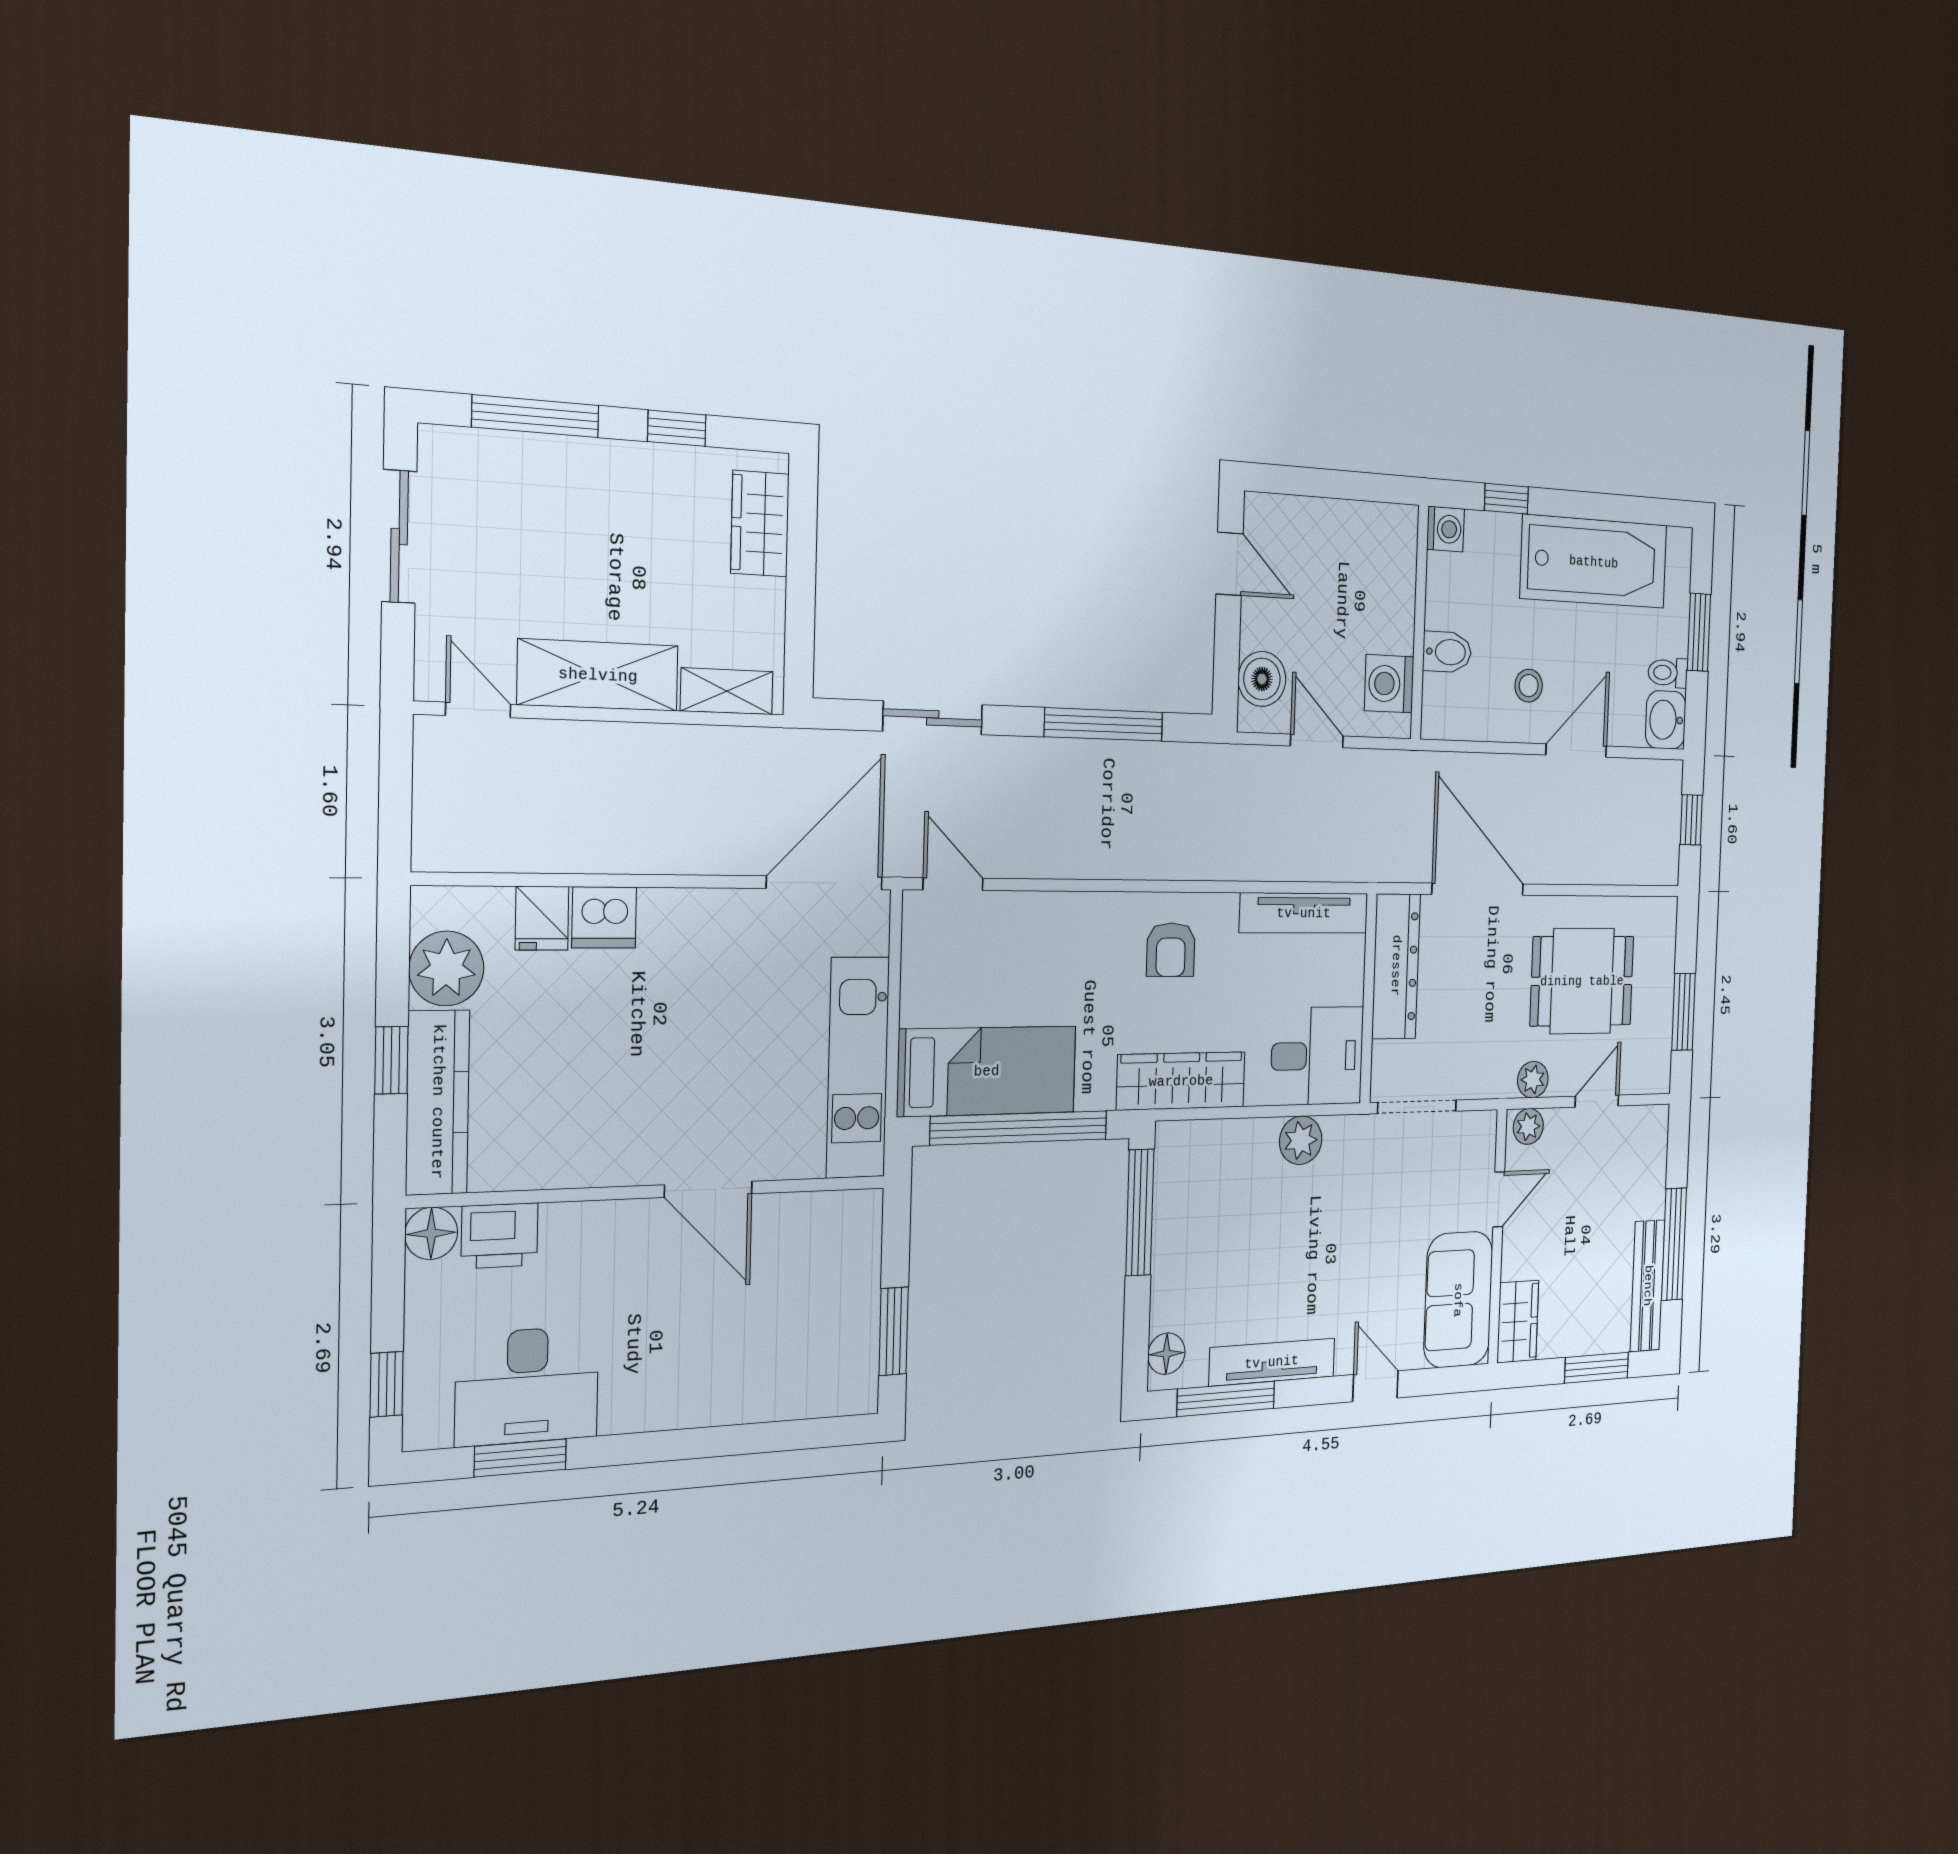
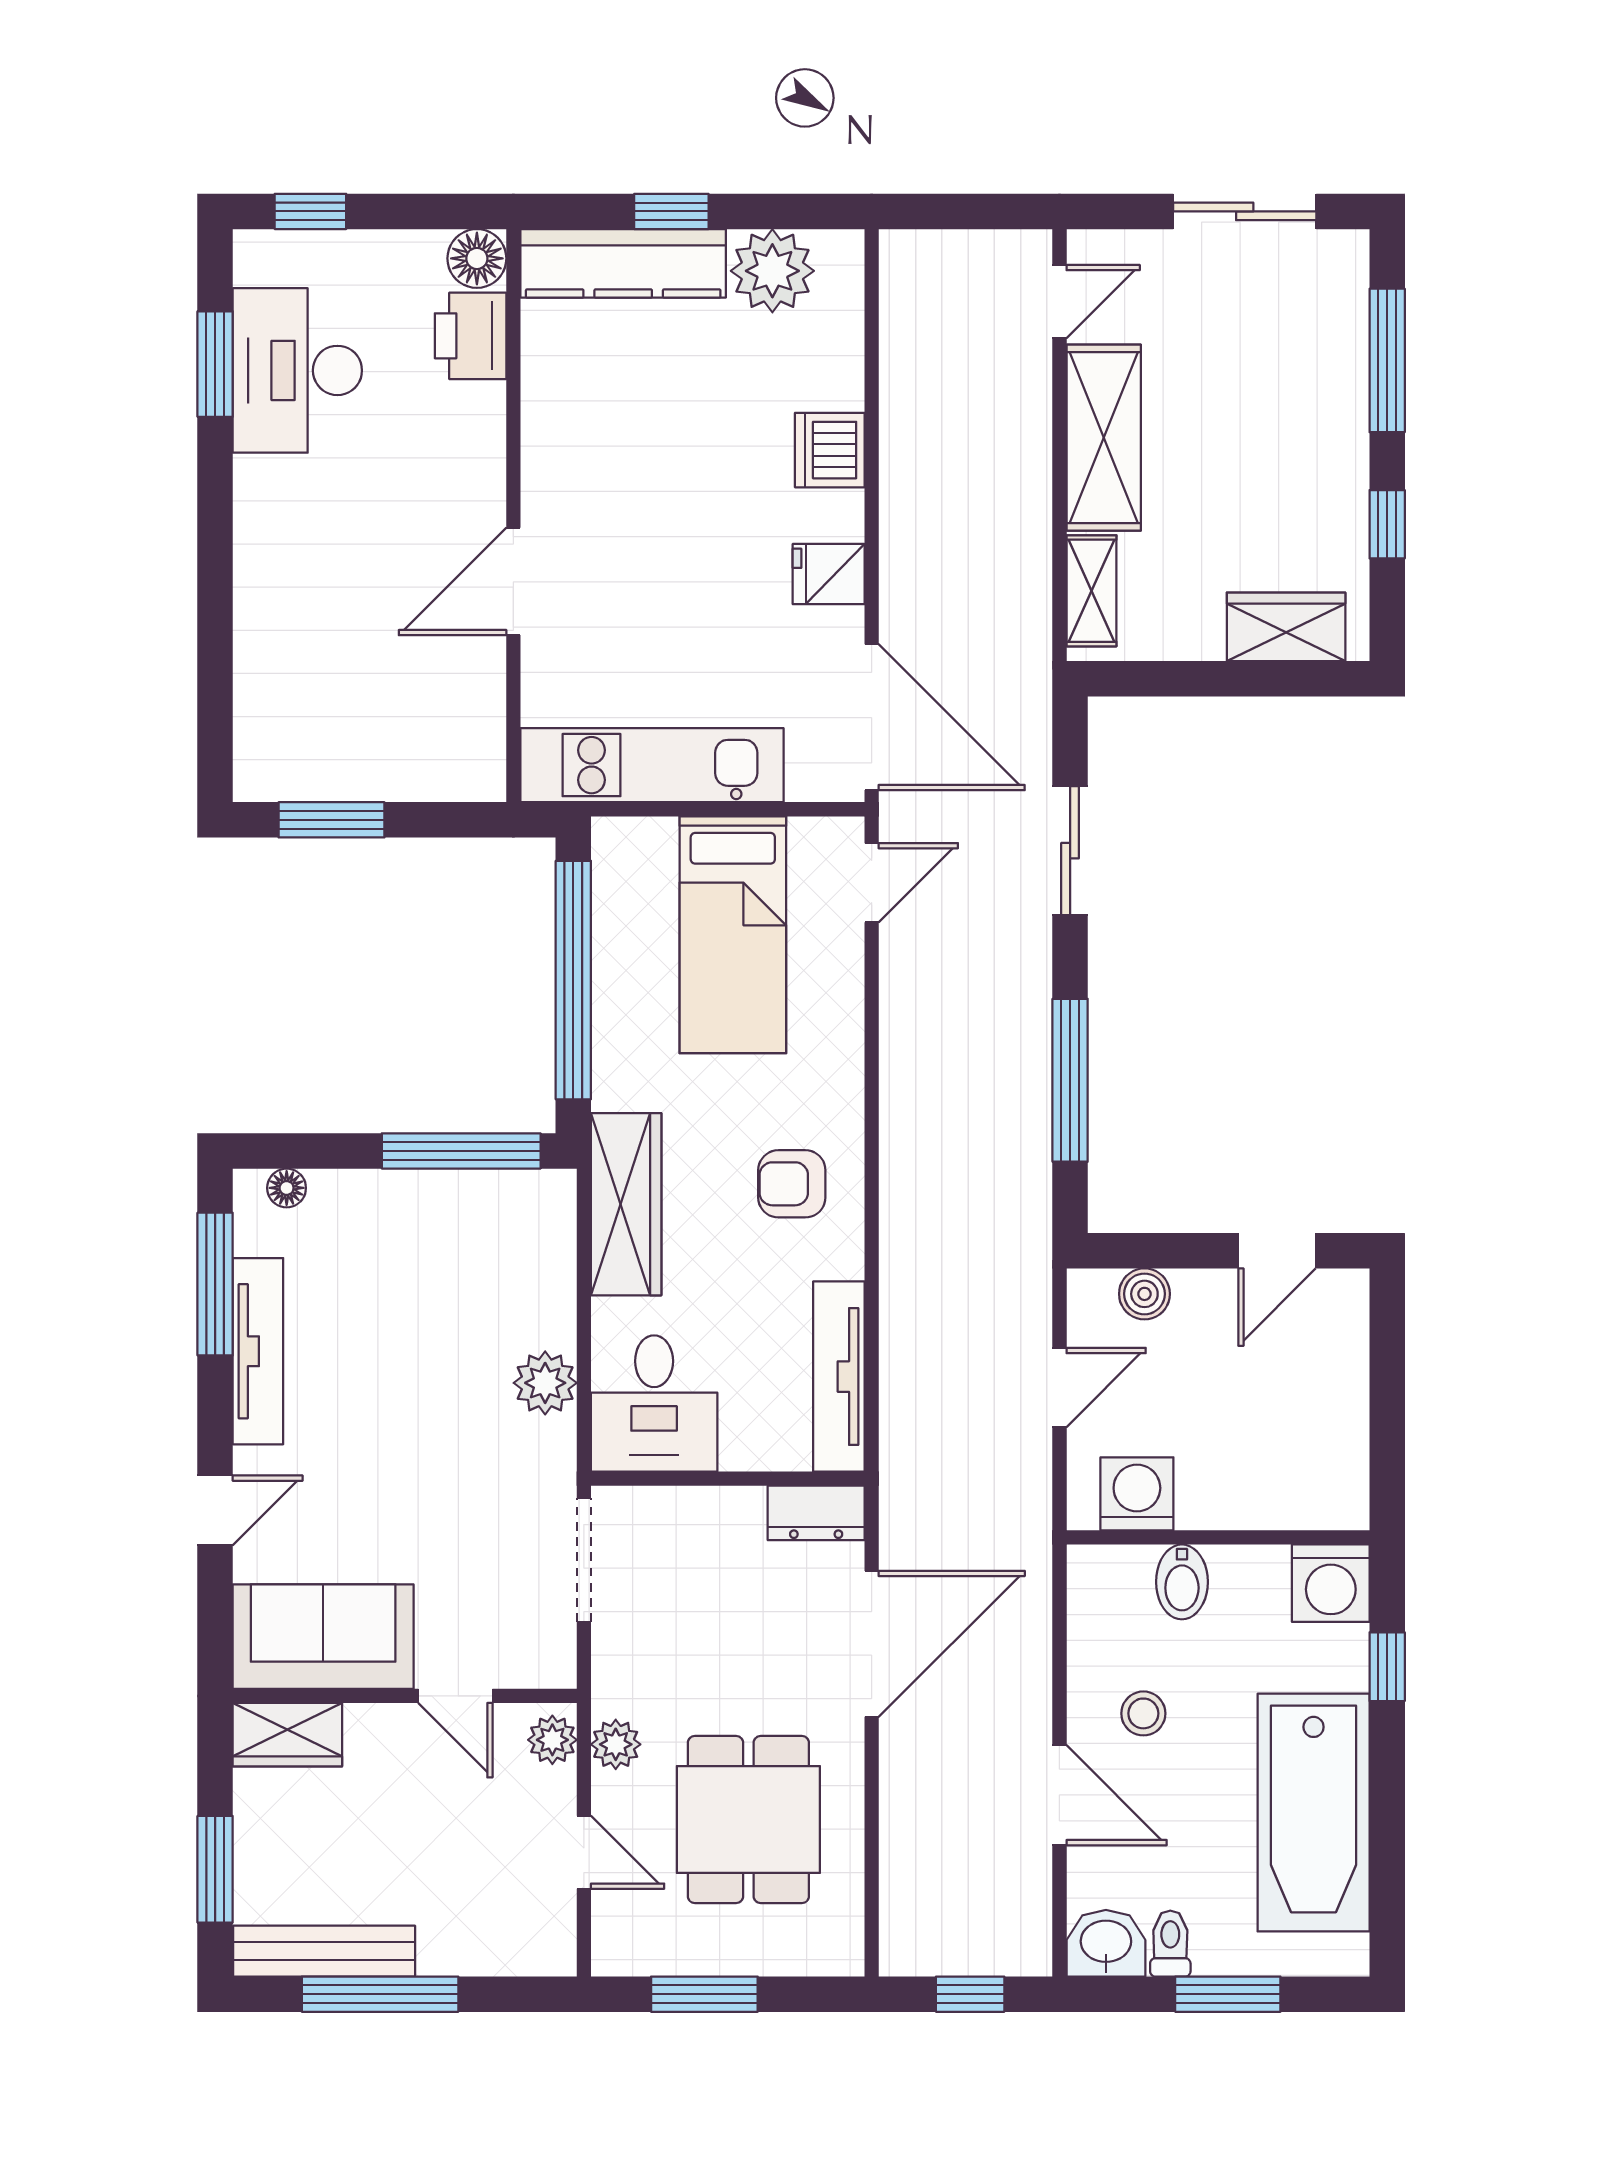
washing machine: (1446, 529) -> (1331, 1583), width x1.38, depth x1.38
boiler: (1262, 679) -> (1144, 1294), width x0.73, depth x0.73
fridge: (542, 918) -> (829, 574), moved
dresser: (1396, 966) -> (816, 1513), width x0.51, depth x0.80
bed: (987, 1071) -> (733, 935), moved
floor lamp: (1166, 1354) -> (287, 1188), width x0.73, depth x0.73

